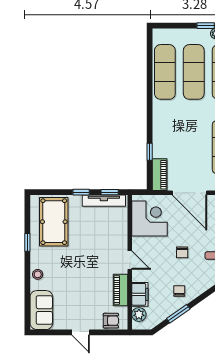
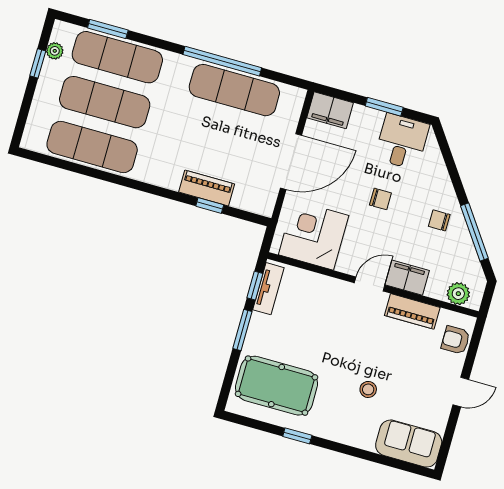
piano: (160, 175) -> (207, 188), moved
window: (81, 192) -> (242, 330), width x1.50
tv unit: (104, 201) -> (268, 289), width x0.71
stool: (38, 274) -> (368, 389), moved
filing cabinet: (140, 294) -> (407, 278), moved
window: (178, 314) -> (474, 232), width x1.44
armchair: (111, 321) -> (456, 340), turned -90

